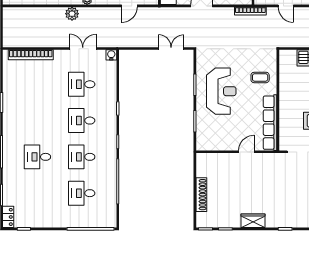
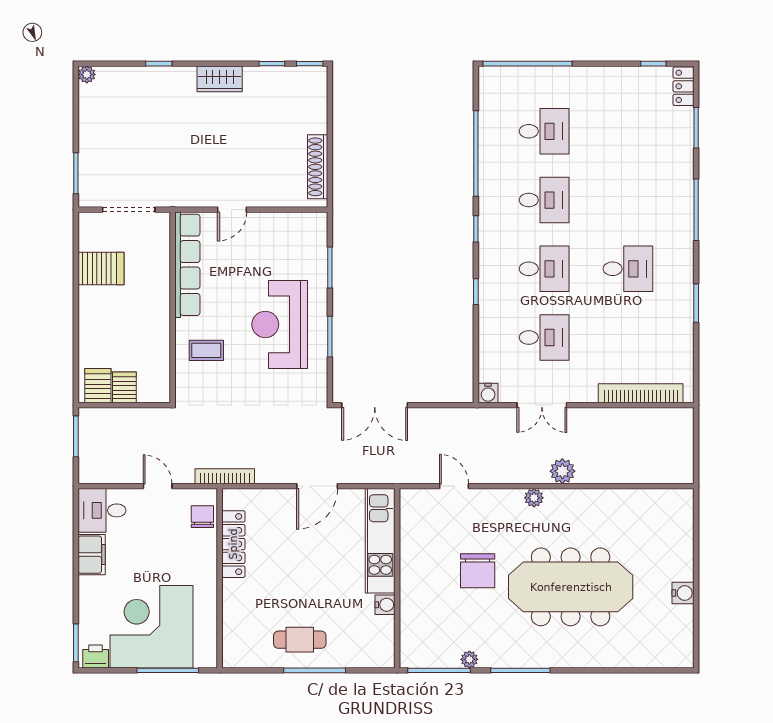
door: (129, 6) -> (454, 486), hinge flipped
double door: (171, 49) -> (375, 405), width x1.37
desk: (37, 157) -> (628, 269), moved
shoe rack: (201, 195) -> (318, 167), moved

